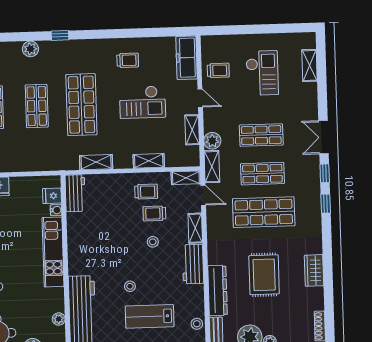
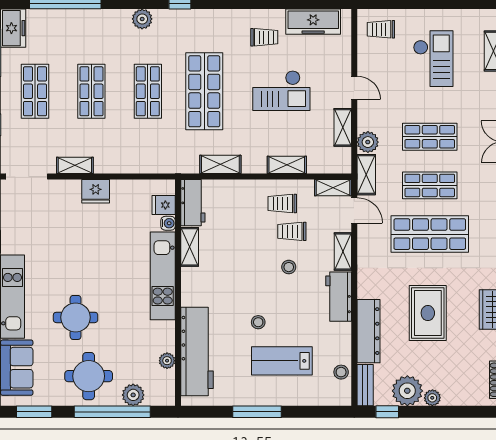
freezer: (187, 58) -> (313, 22), moved, turned -90
trolley: (218, 70) -> (381, 29), moved, turned 180
trolley: (146, 192) -> (282, 204), turned 180
shelving: (74, 228) -> (190, 247), added

